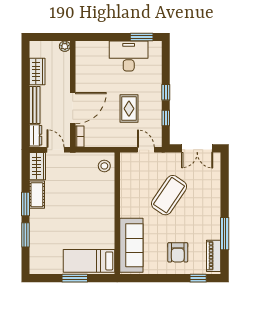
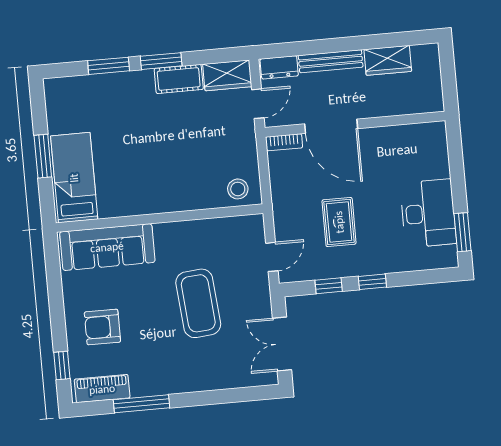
plant: (65, 46) -> (435, 103), removed
rug: (129, 109) -> (339, 222), turned 90
coffee table: (169, 195) -> (198, 303), turned 51

